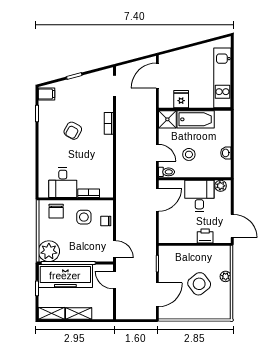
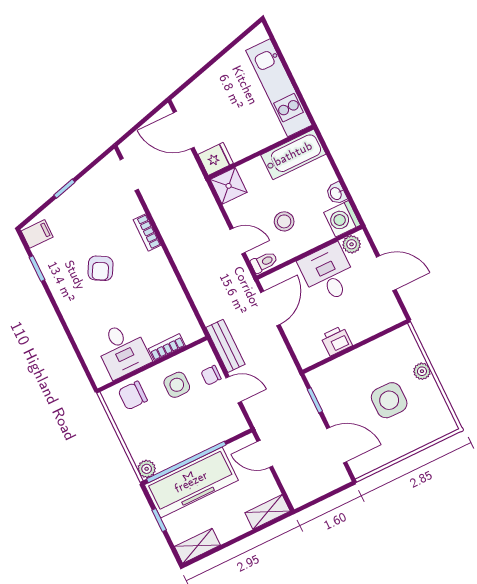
door: (157, 76) -> (184, 130), hinge flipped
fridge: (181, 99) -> (216, 159), moved, turned 90
bathtub: (196, 119) -> (293, 154), moved
washing machine: (222, 169) -> (342, 219), added
bench: (122, 209) -> (225, 346), added
chair: (56, 211) -> (133, 396), turned 90
door: (232, 226) -> (386, 273), moved
printer: (205, 236) -> (336, 341), moved
door: (115, 249) -> (234, 390), moved
plant: (49, 251) -> (147, 469), width x0.53, depth x0.53
side table: (199, 284) -> (389, 400), turned 38
door: (157, 295) -> (337, 445), hinge flipped
shelving: (79, 313) -> (268, 512), moved

